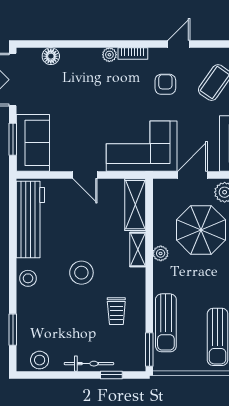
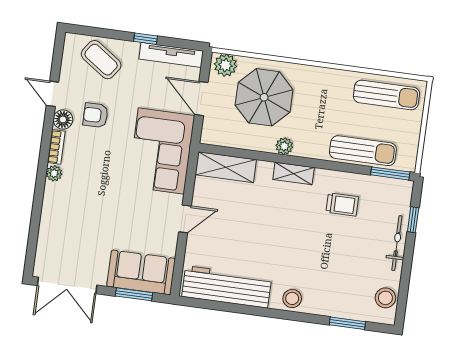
floor lamp: (51, 56) -> (63, 119), moved
shelving: (138, 250) -> (294, 173), moved
stool: (81, 273) -> (294, 238), removed

